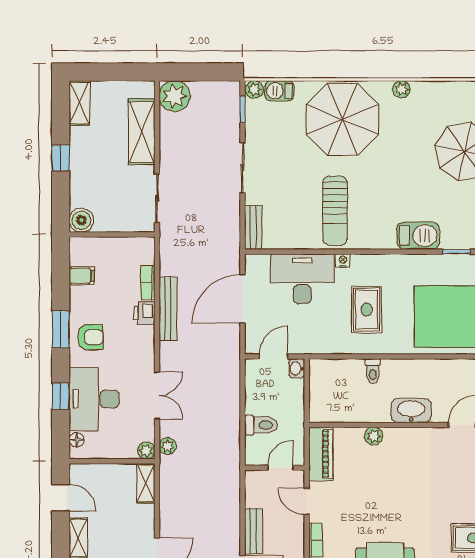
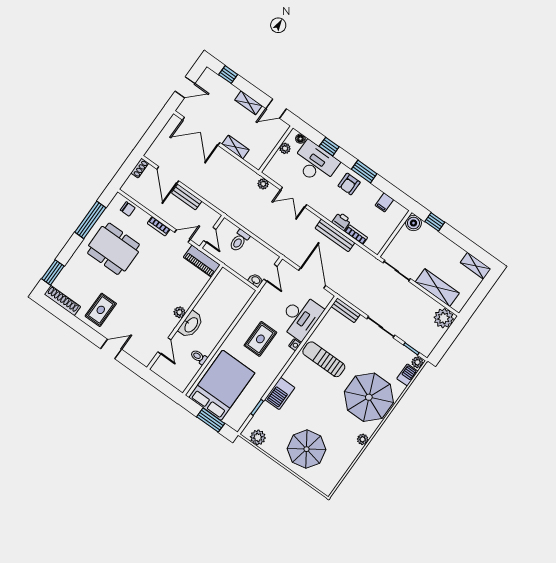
window: (61, 158) -> (435, 222), moved
rug: (367, 310) -> (260, 339), turned 90
toilet: (373, 371) -> (199, 357), moved
plant: (373, 436) -> (179, 312), moved
plant: (146, 451) -> (285, 148), moved
shelving: (146, 483) -> (236, 147), moved

